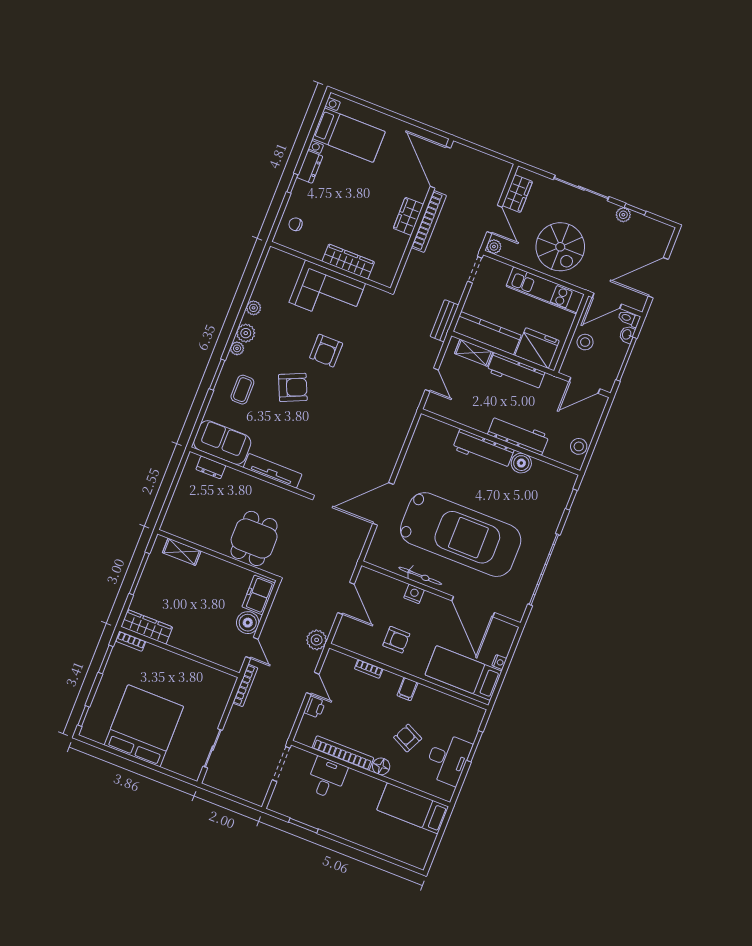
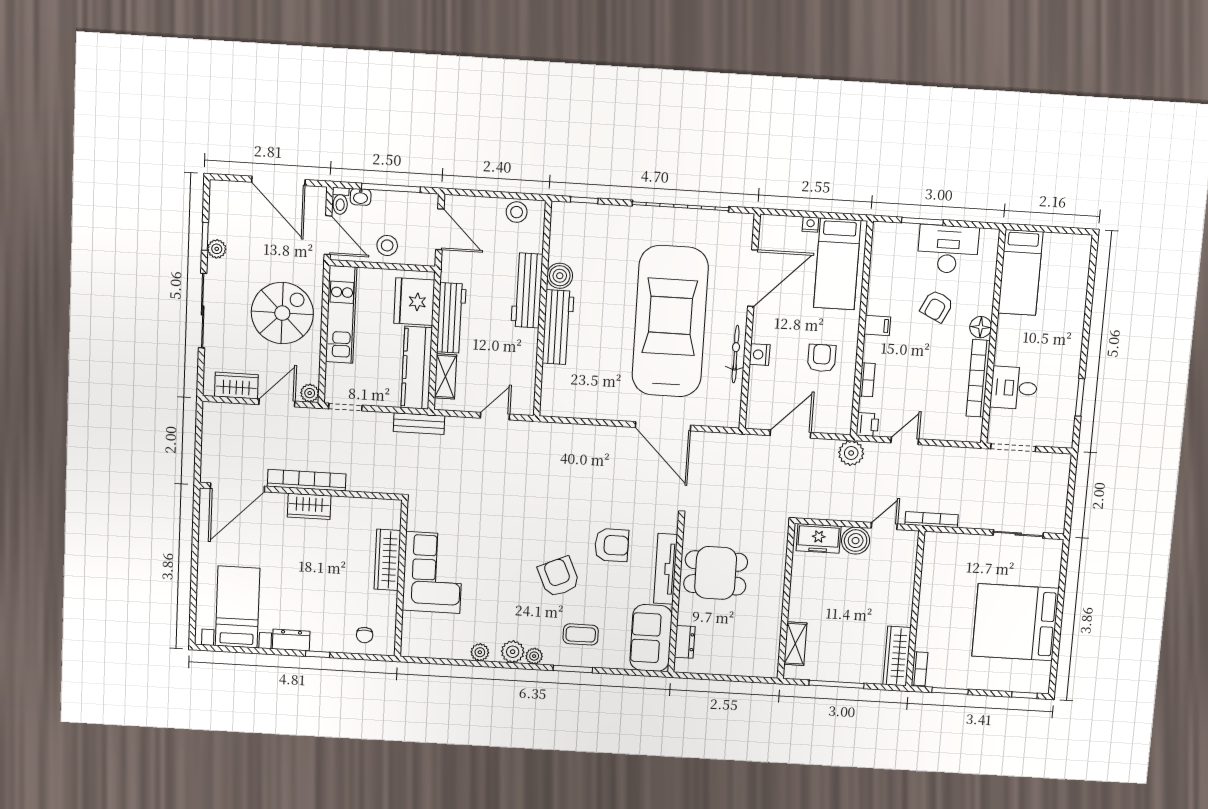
armchair: (326, 351) -> (612, 545), moved
dining table: (254, 538) -> (716, 573), moved
printer: (315, 707) -> (867, 424), moved, turned 90

